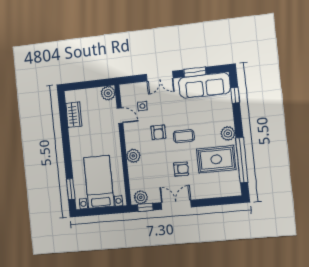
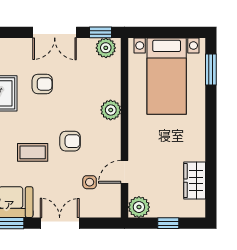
window: (88, 85) -> (168, 223), added
door: (120, 116) -> (125, 172), hinge flipped
armchair: (158, 132) -> (70, 141), turned 90
coffee table: (184, 136) -> (33, 152), moved
armchair: (181, 169) -> (42, 84), turned 180

